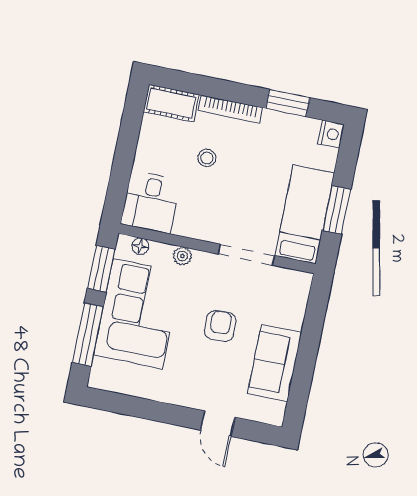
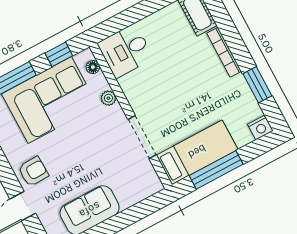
stool: (207, 158) -> (182, 63), removed
window: (337, 210) -> (216, 170), width x1.44
window: (101, 269) -> (59, 54), width x0.67
armchair: (220, 326) -> (33, 172), moved

